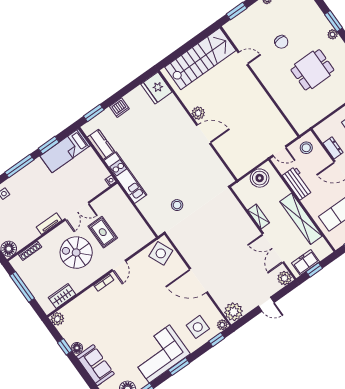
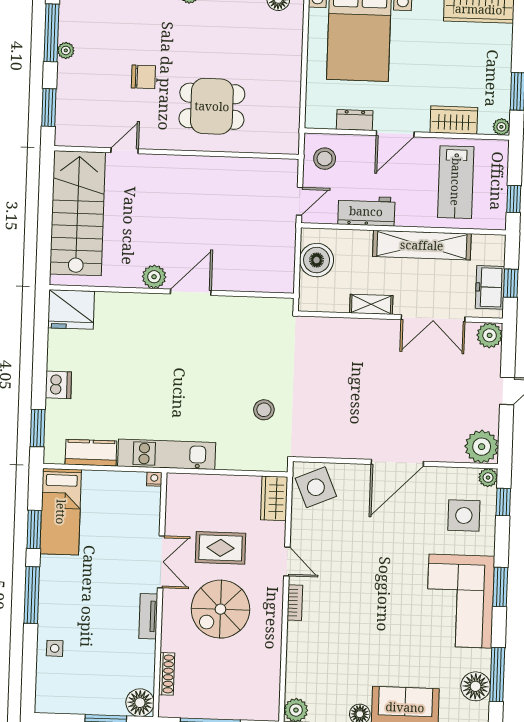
dining table: (312, 70) -> (212, 106), moved, turned 90
wardrobe: (62, 296) -> (274, 498), moved

